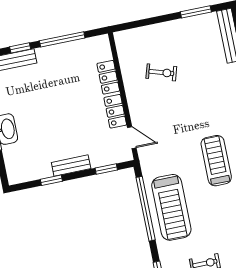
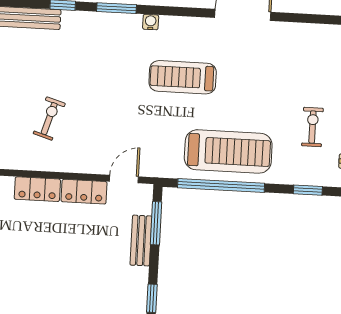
bench: (71, 166) -> (141, 241), moved
window: (106, 169) -> (156, 223), width x1.50

